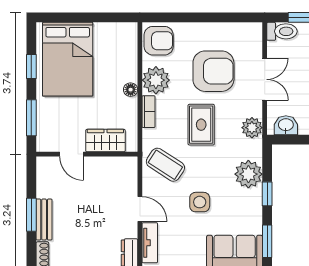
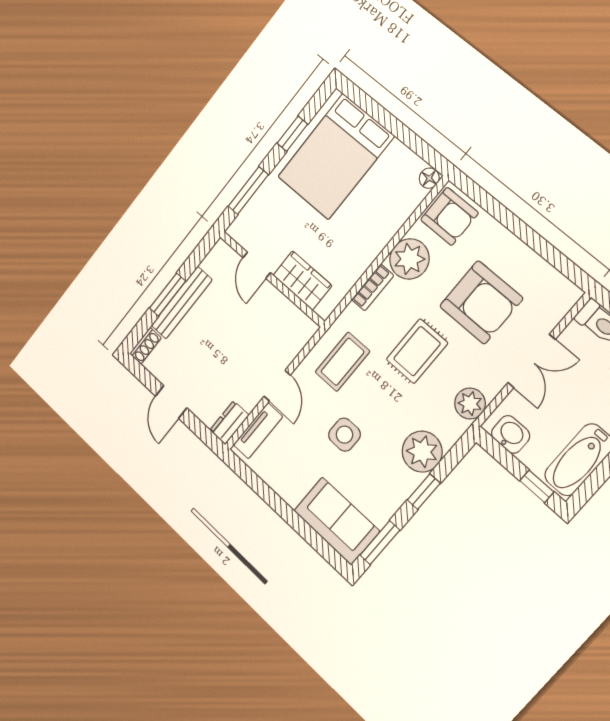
floor lamp: (131, 90) -> (429, 178), moved
coffee table: (165, 165) -> (342, 362), turned 57
bench: (44, 219) -> (182, 303), width x1.36

